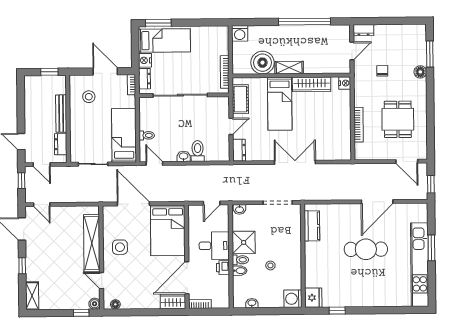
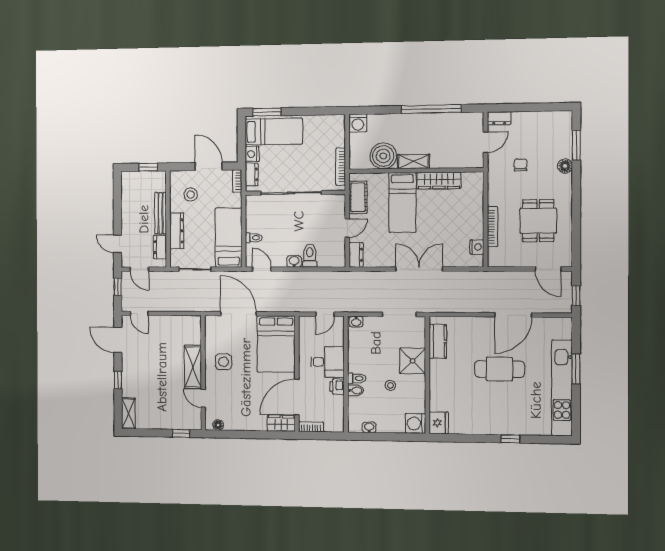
nightstand: (345, 83) -> (477, 247), moved
dresser: (76, 129) -> (177, 231), added
shower: (244, 242) -> (413, 361), moved
shelving: (92, 243) -> (193, 367), width x0.68
boiler: (95, 304) -> (195, 424), removed
window: (337, 311) -> (510, 439), moved

